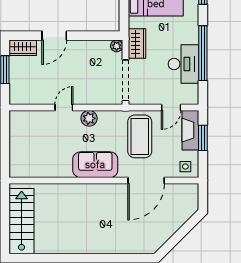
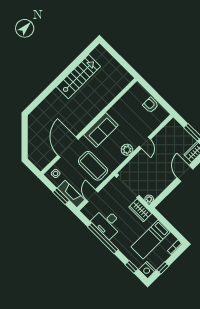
armchair: (20, 140) -> (151, 105), added
stairs: (22, 221) -> (78, 77), moved, turned -90

